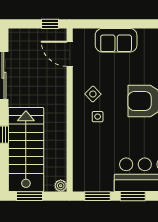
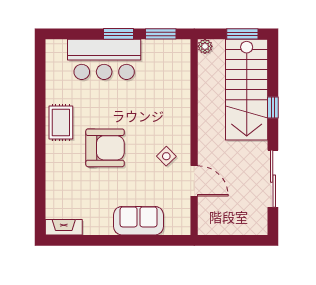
window: (50, 24) -> (218, 240), removed
door: (70, 54) -> (194, 181), moved
side table: (98, 117) -> (161, 129), removed

